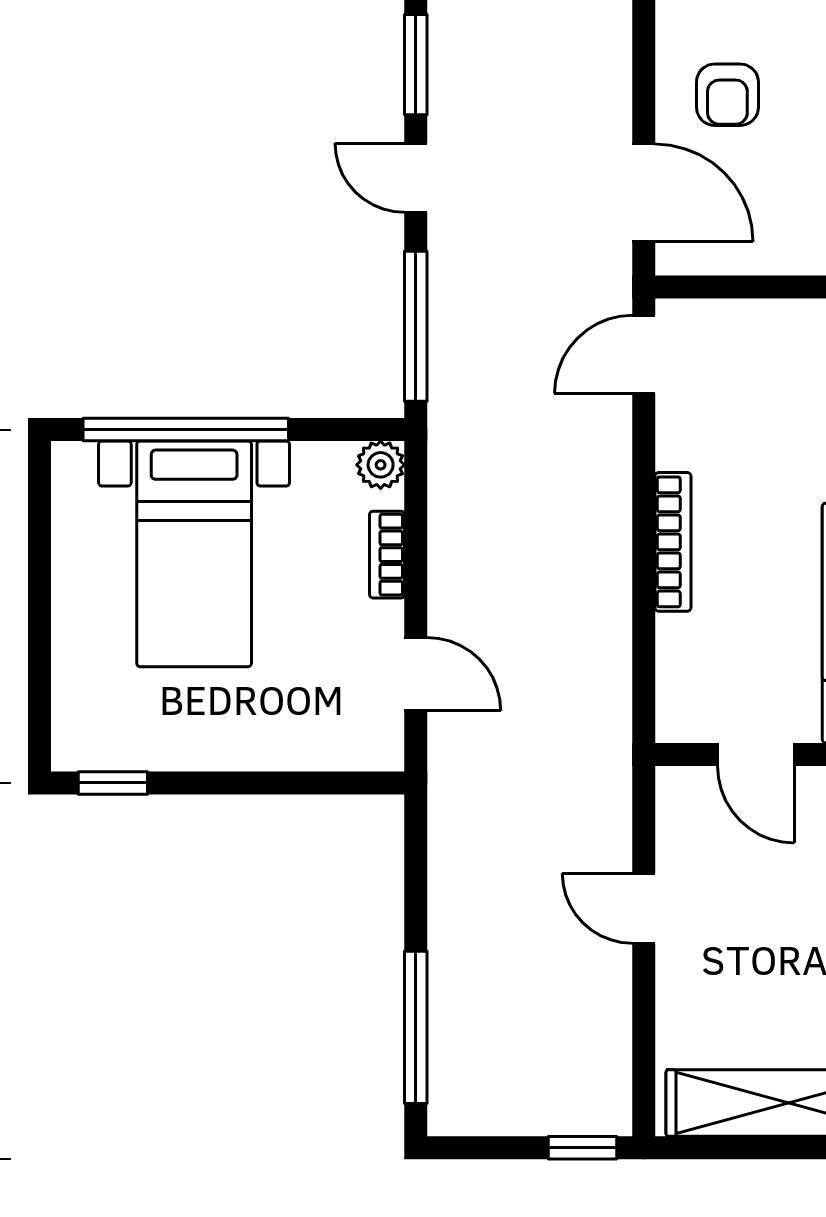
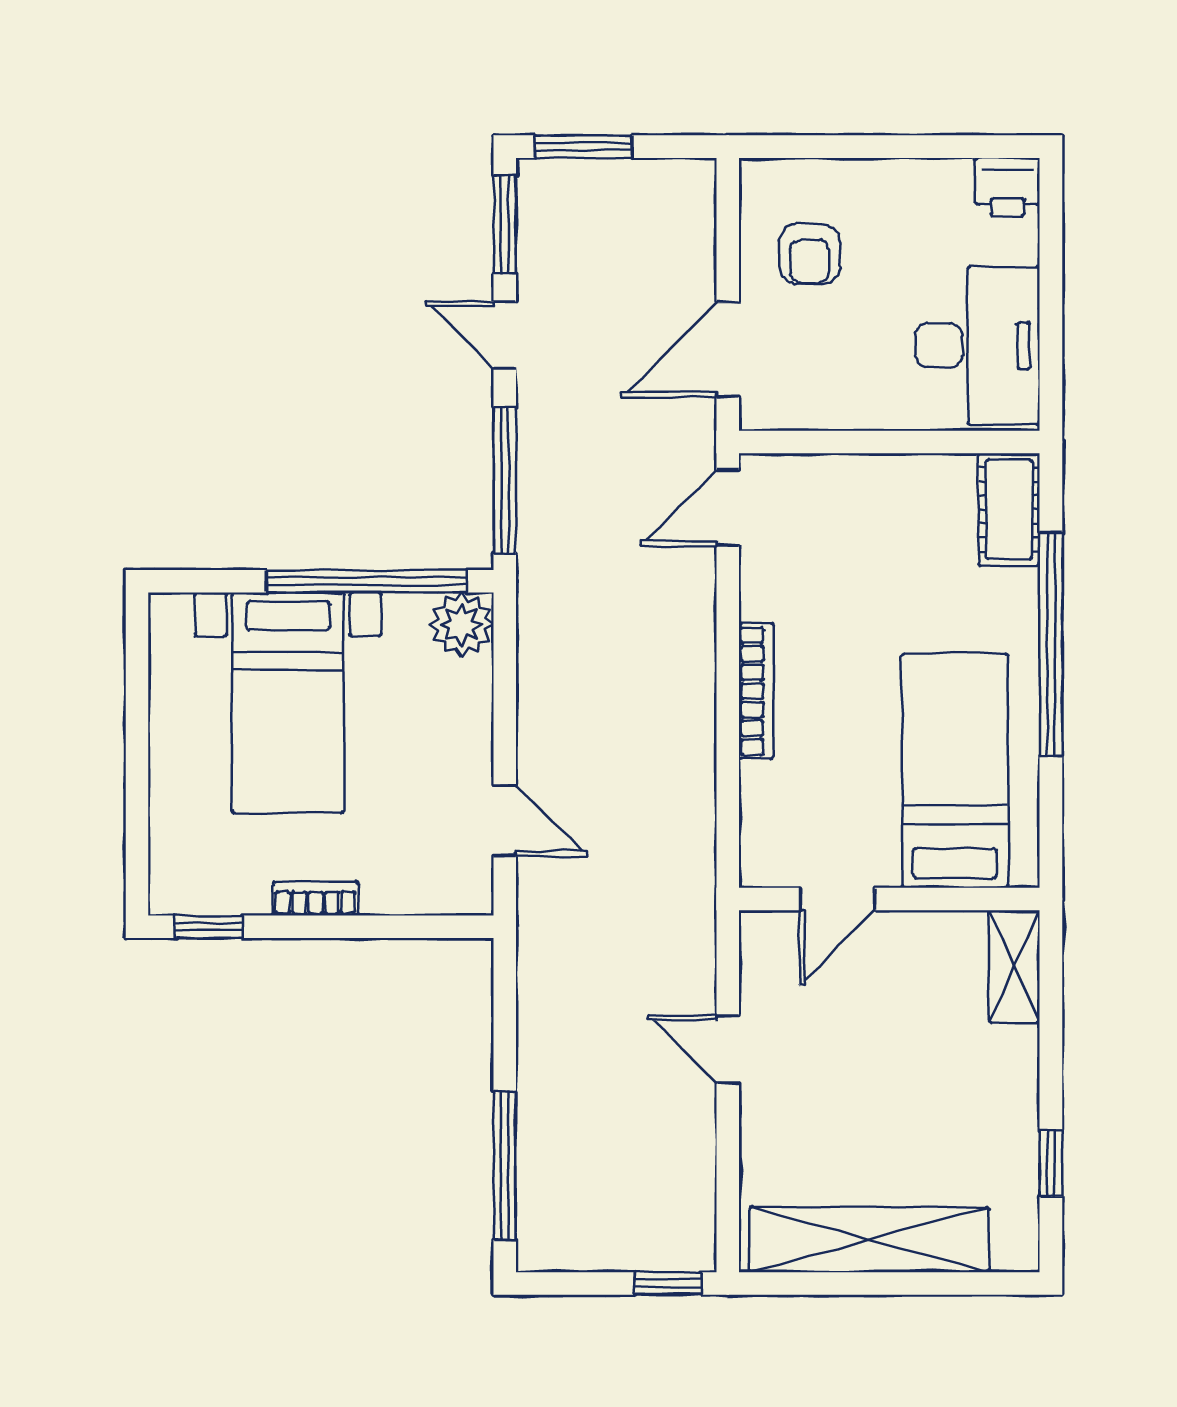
door: (644, 193) -> (728, 350), swing flipped
window: (186, 430) -> (367, 581), moved
plant: (381, 465) -> (462, 624), width x1.38, depth x1.38
bookcase: (387, 555) -> (316, 899), moved, turned 90
door: (756, 754) -> (837, 899), hinge flipped

